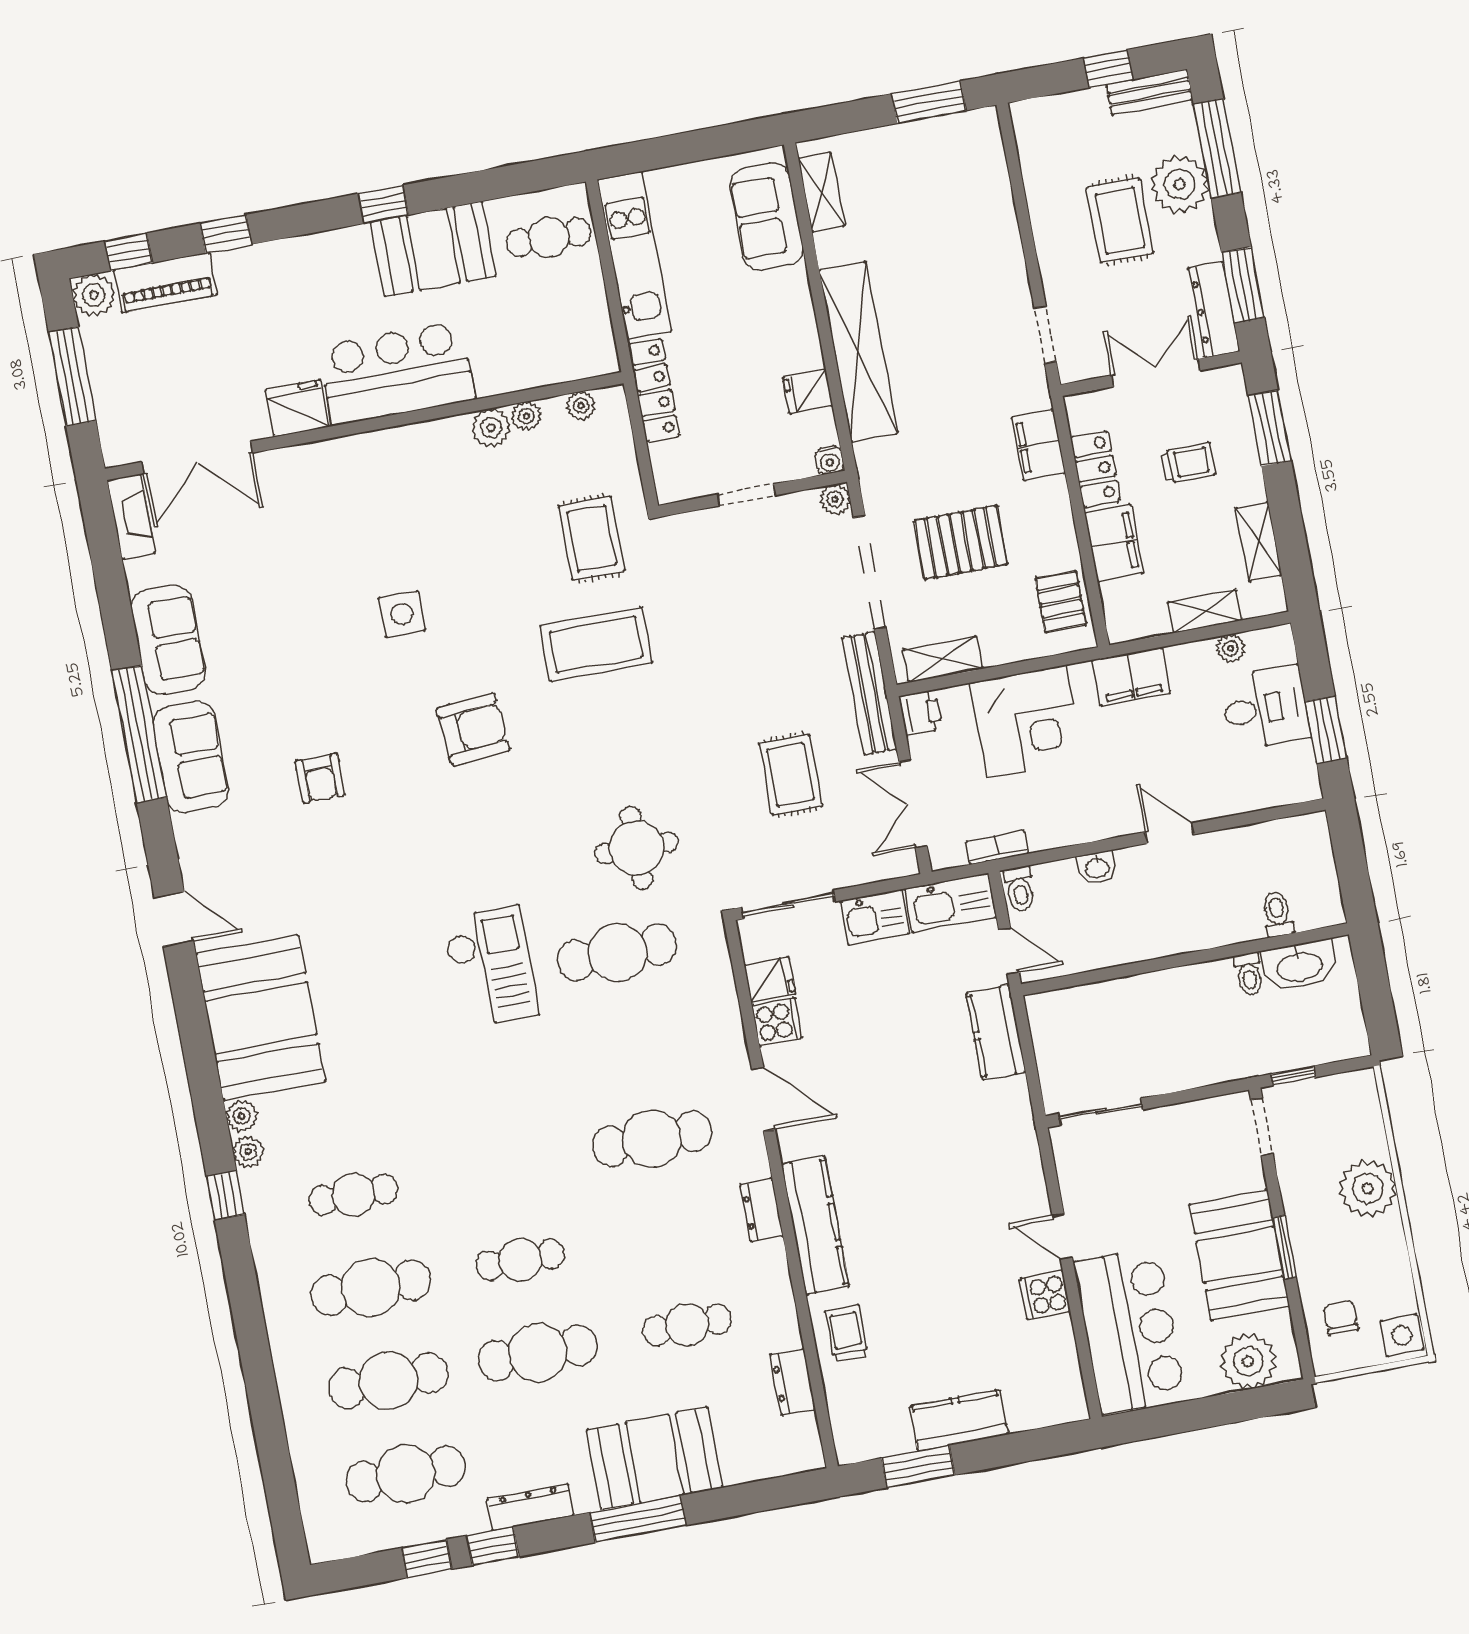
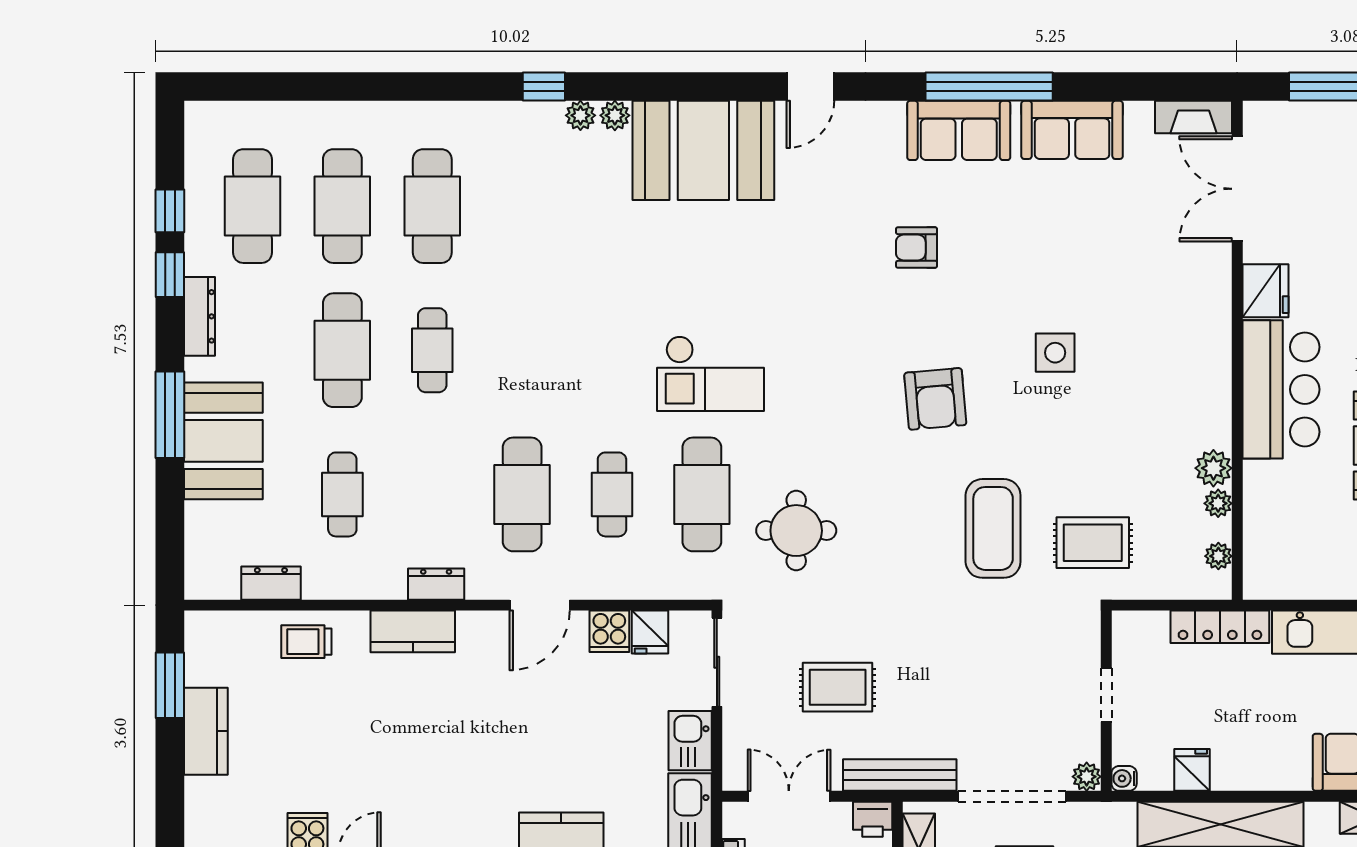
cafe table: (353, 1195) -> (612, 494), moved
kitchen counter: (815, 1225) -> (413, 631), width x0.67
trolley: (846, 1334) -> (306, 642), turned 180

